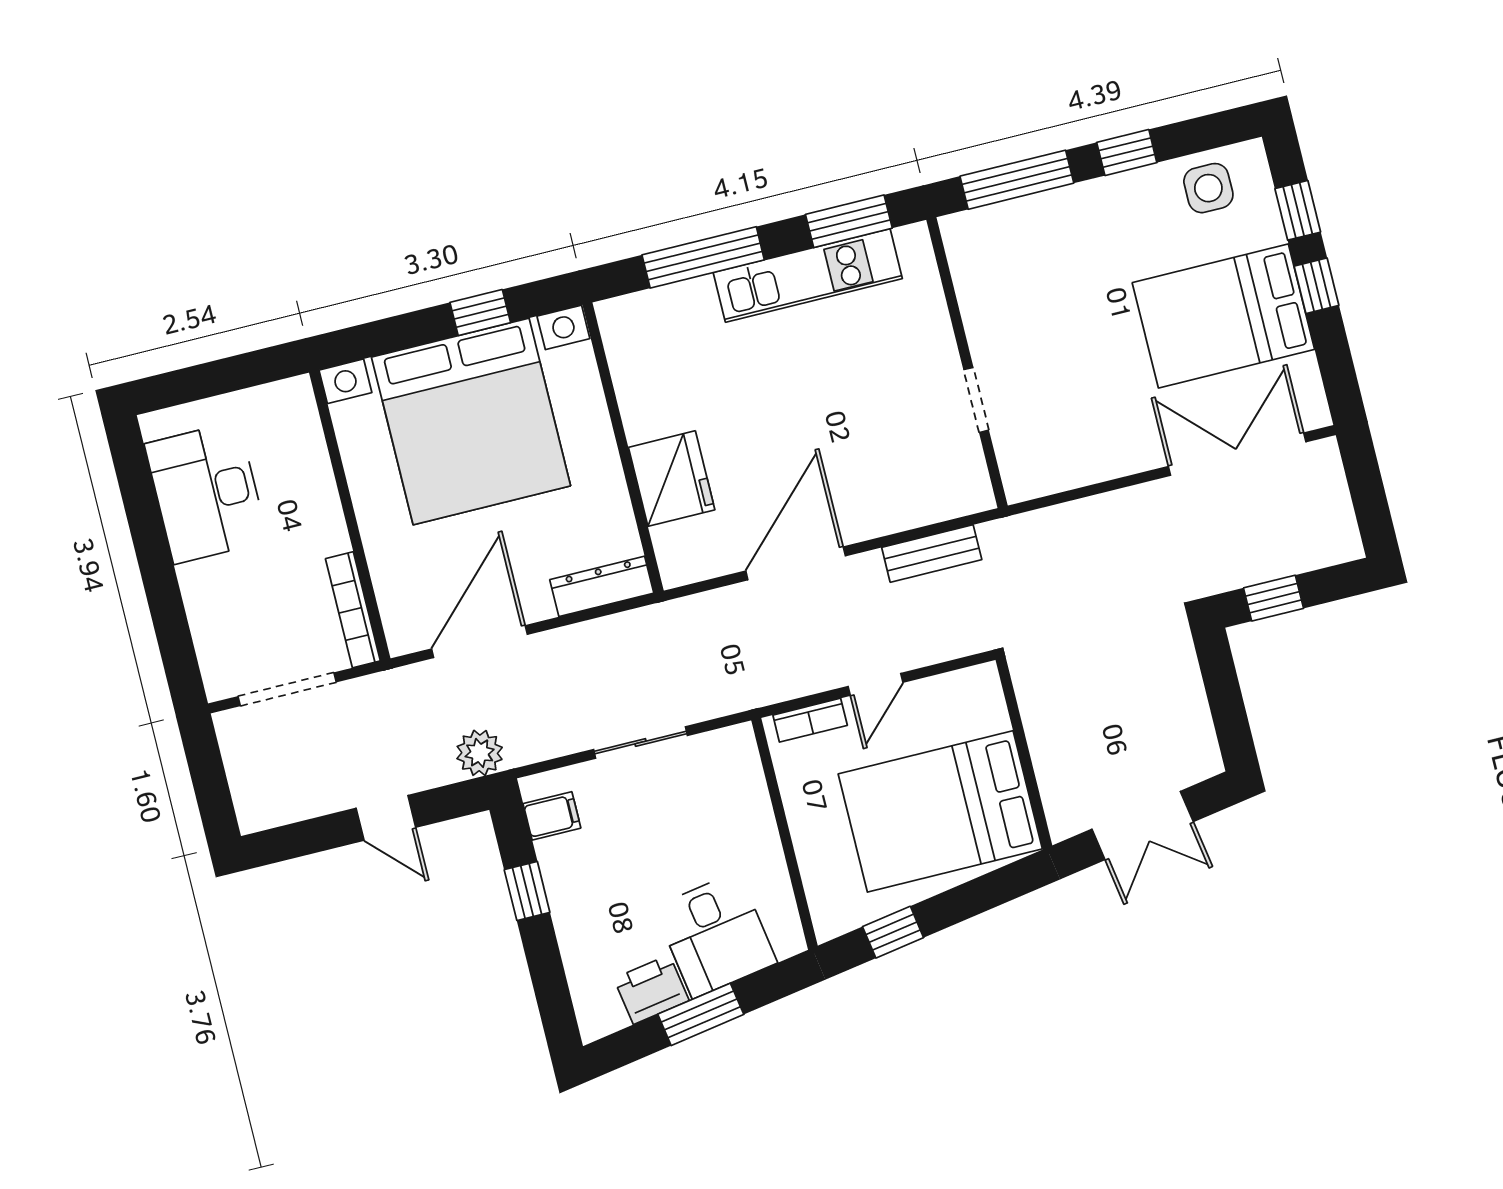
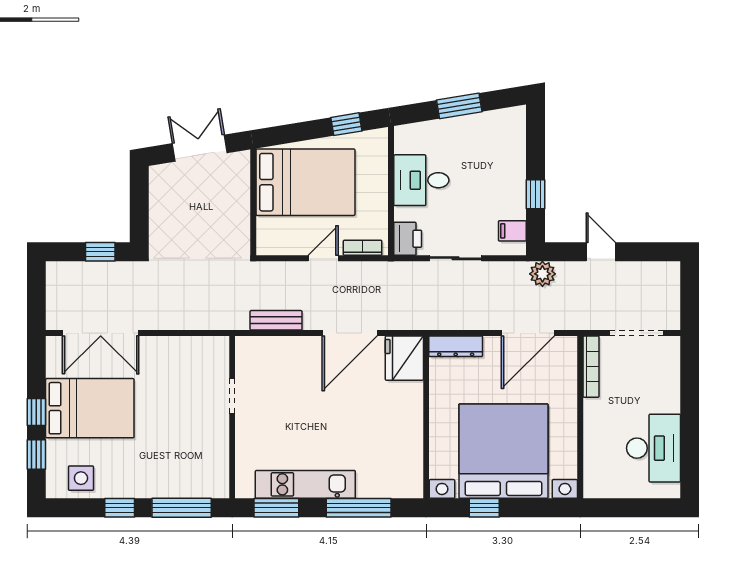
fridge: (672, 479) -> (404, 358), moved
desk: (715, 935) -> (421, 180), moved, turned -81
printer: (651, 990) -> (408, 239), moved, turned -81

